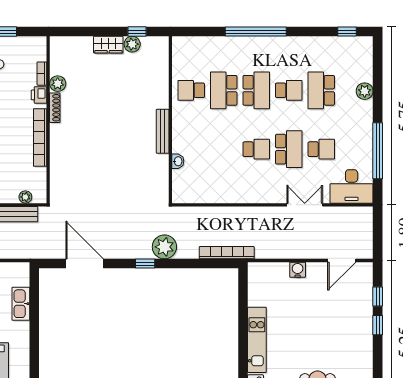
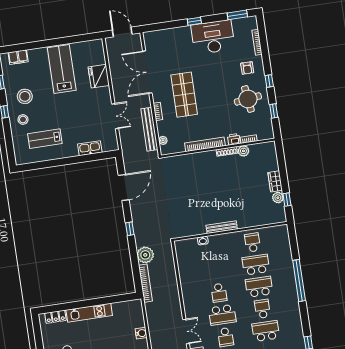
school desk: (256, 90) -> (259, 287), turned 180
school desk: (289, 90) -> (262, 309), turned 180
plant: (164, 247) -> (145, 255), moved

